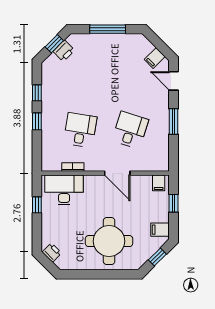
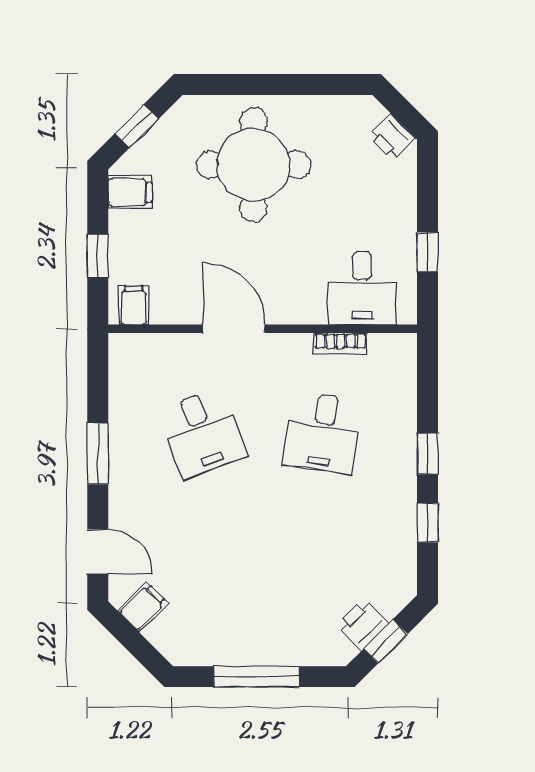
desk: (130, 130) -> (202, 433), turned -39
desk: (64, 190) -> (362, 288), width x0.73

